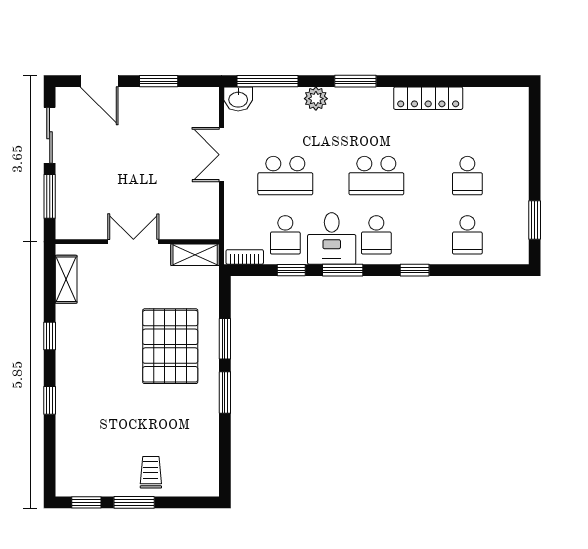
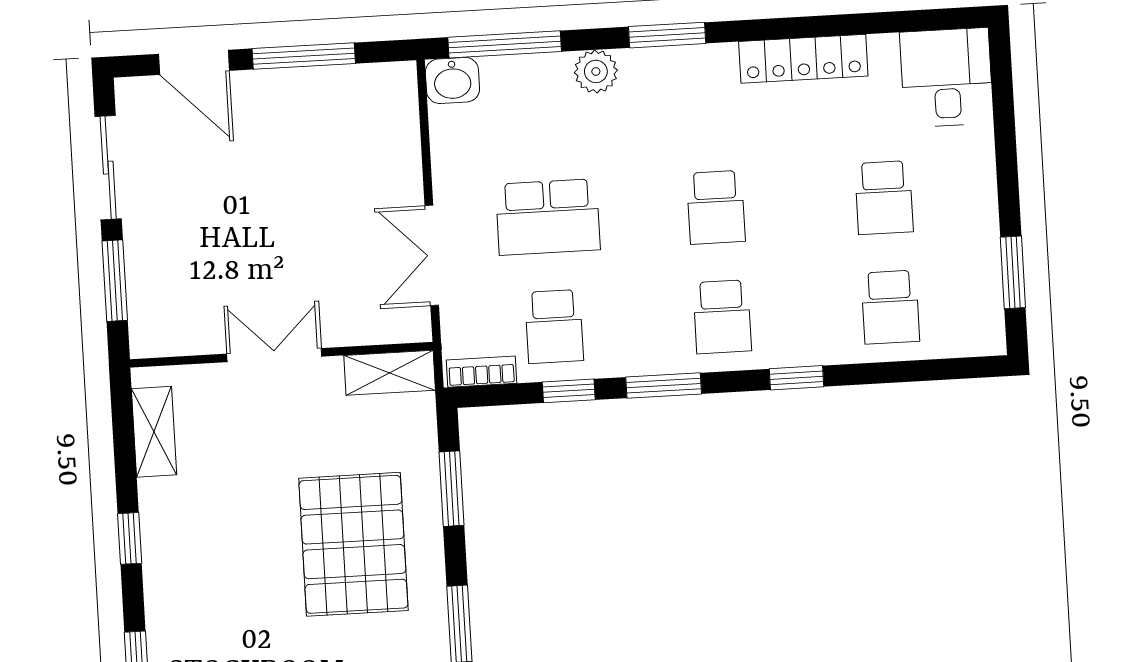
window: (159, 81) -> (304, 56), width x1.44
double door: (222, 155) -> (432, 255), moved
school desk: (376, 176) -> (716, 207), width x0.54
desk: (332, 239) -> (947, 78), moved, turned 180
window: (225, 339) -> (452, 489), moved

